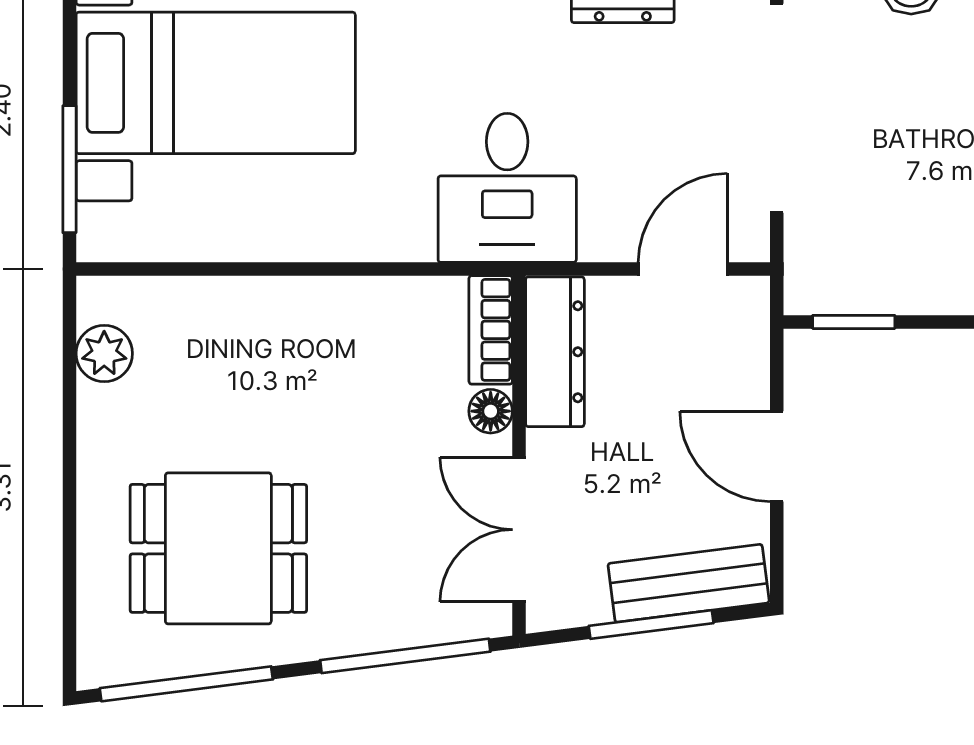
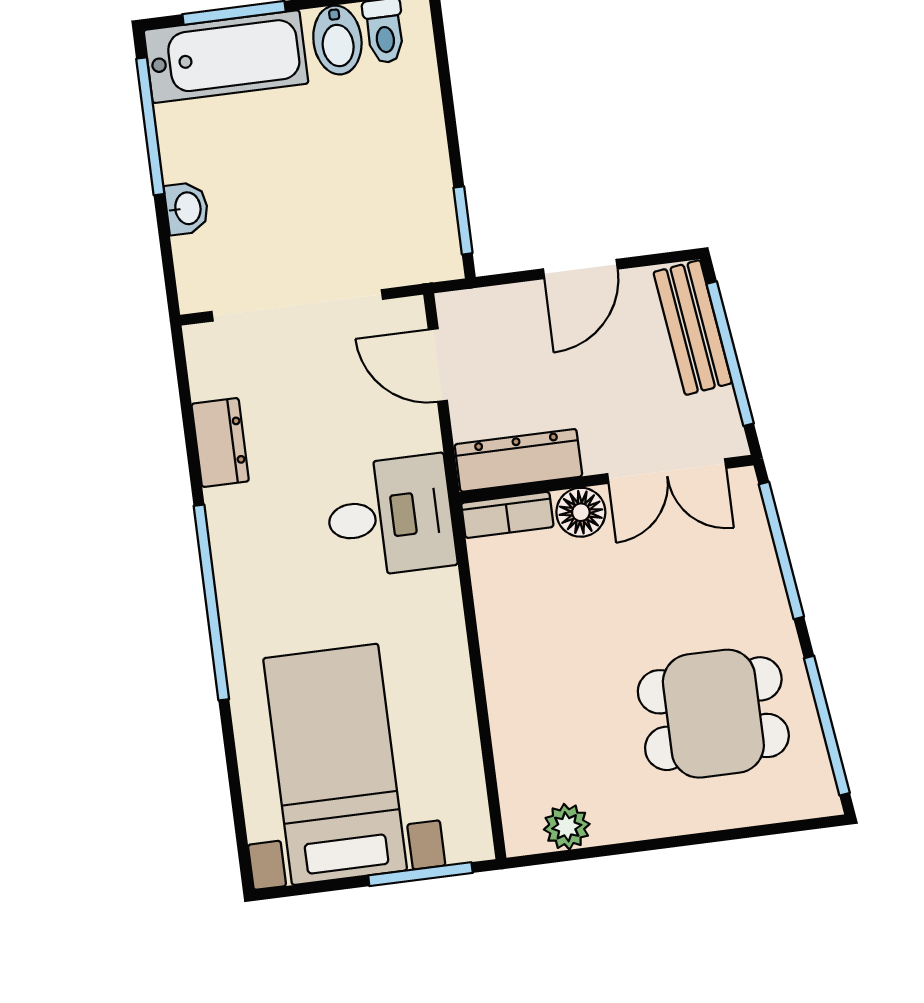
floor lamp: (491, 411) -> (581, 512), width x1.37, depth x1.37
dining table: (218, 548) -> (713, 714), turned 90
window: (651, 625) -> (730, 354), width x1.44

